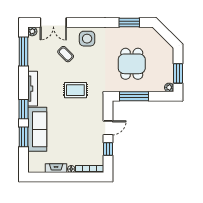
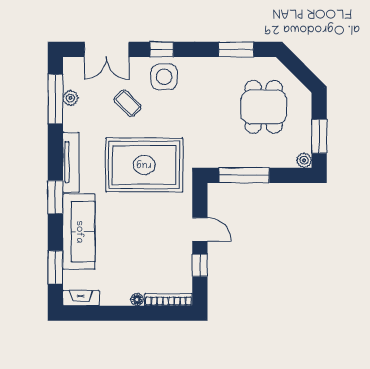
window: (86, 23) -> (162, 49), added
plant: (32, 31) -> (70, 98), moved
dining table: (132, 64) -> (264, 107), moved
rug: (75, 90) -> (144, 165), width x1.86, depth x2.06
door: (108, 128) -> (200, 229), hinge flipped
window: (23, 137) -> (55, 267), moved
fireplace: (56, 168) -> (81, 298), moved

